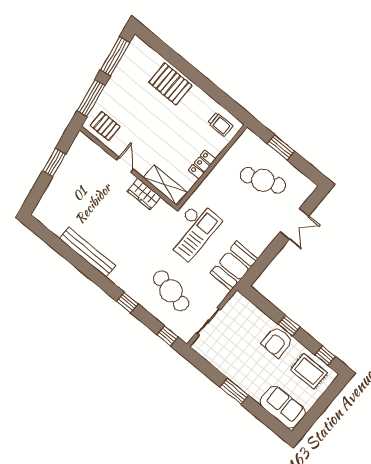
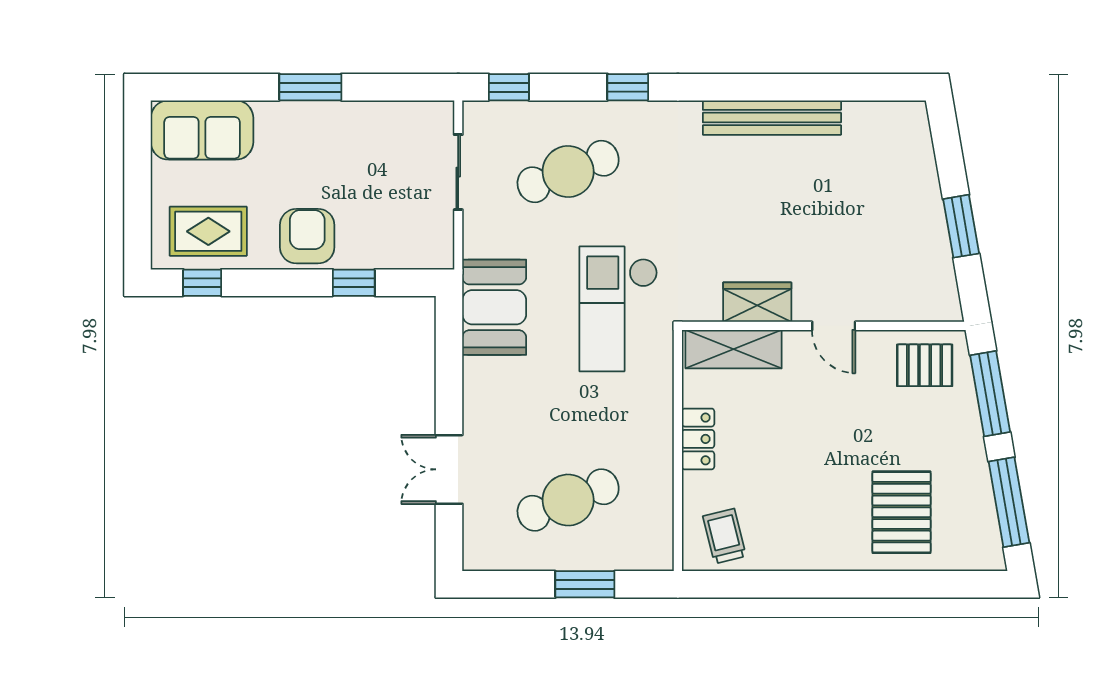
pallet: (170, 84) -> (901, 512), moved, turned 90
trolley: (220, 124) -> (724, 536), turned 76
cafe table: (171, 291) -> (568, 171), turned -33
window: (289, 326) -> (354, 283), moved

